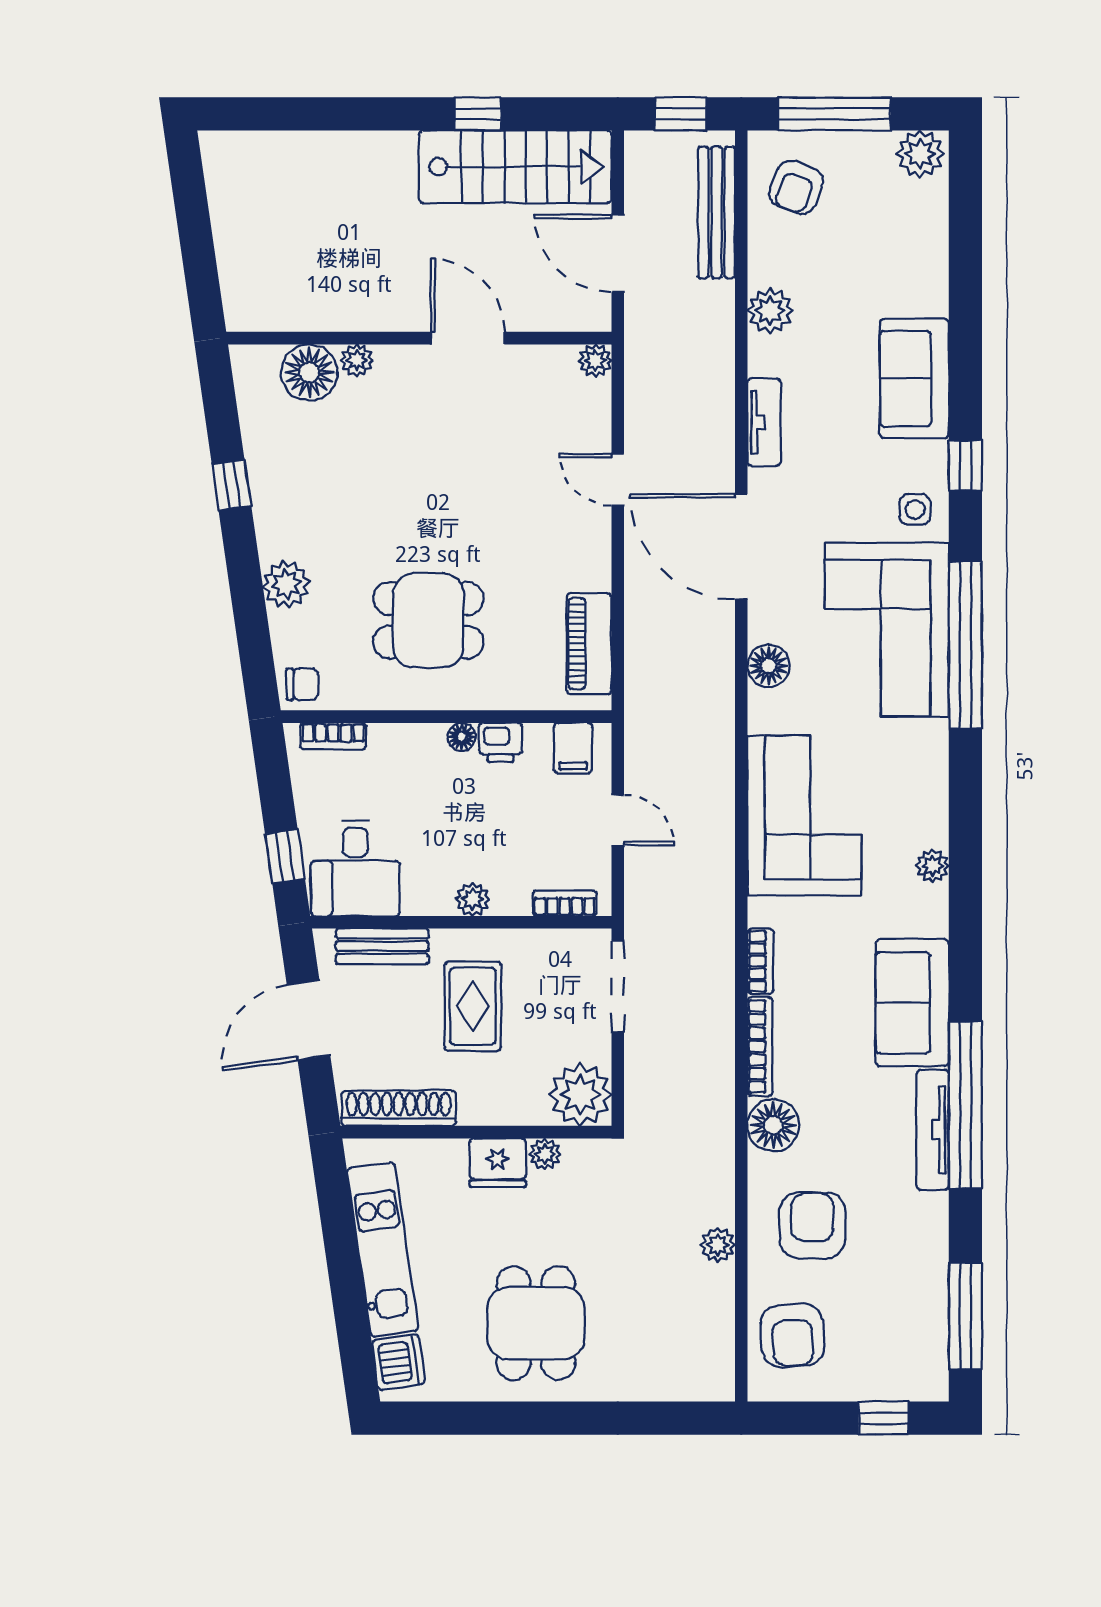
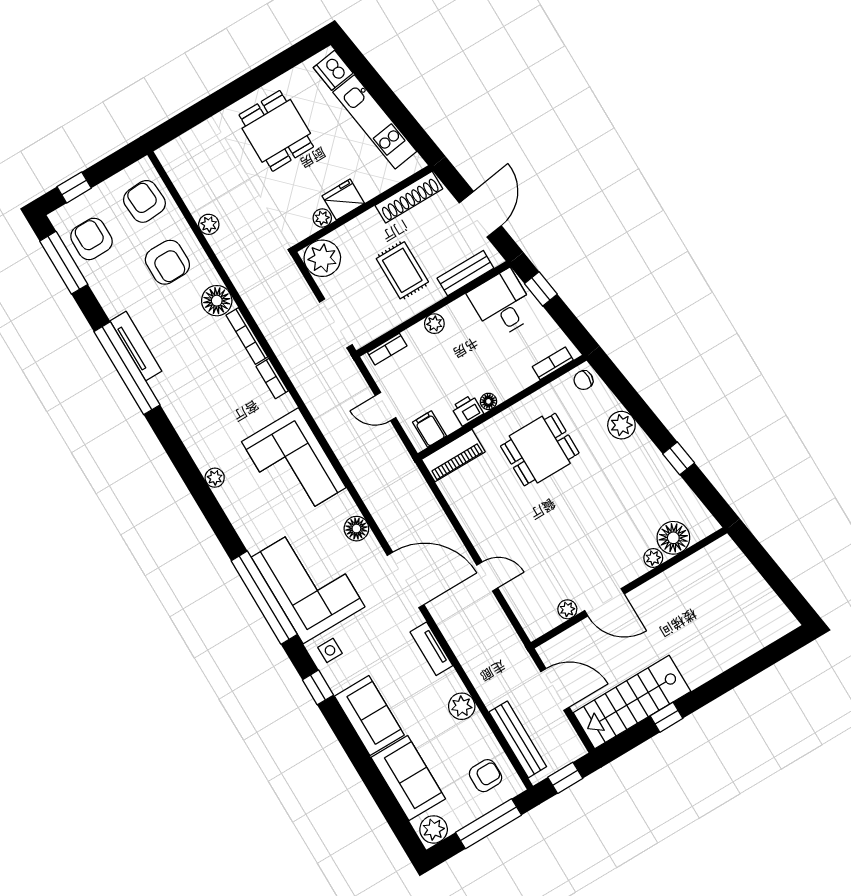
armchair: (796, 187) -> (486, 776), turned 68
plant: (595, 361) -> (567, 609), moved
piano: (589, 644) -> (453, 456), moved, turned 90
sofa: (912, 1003) -> (408, 778), moved
armchair: (904, 1327) -> (91, 239), added

